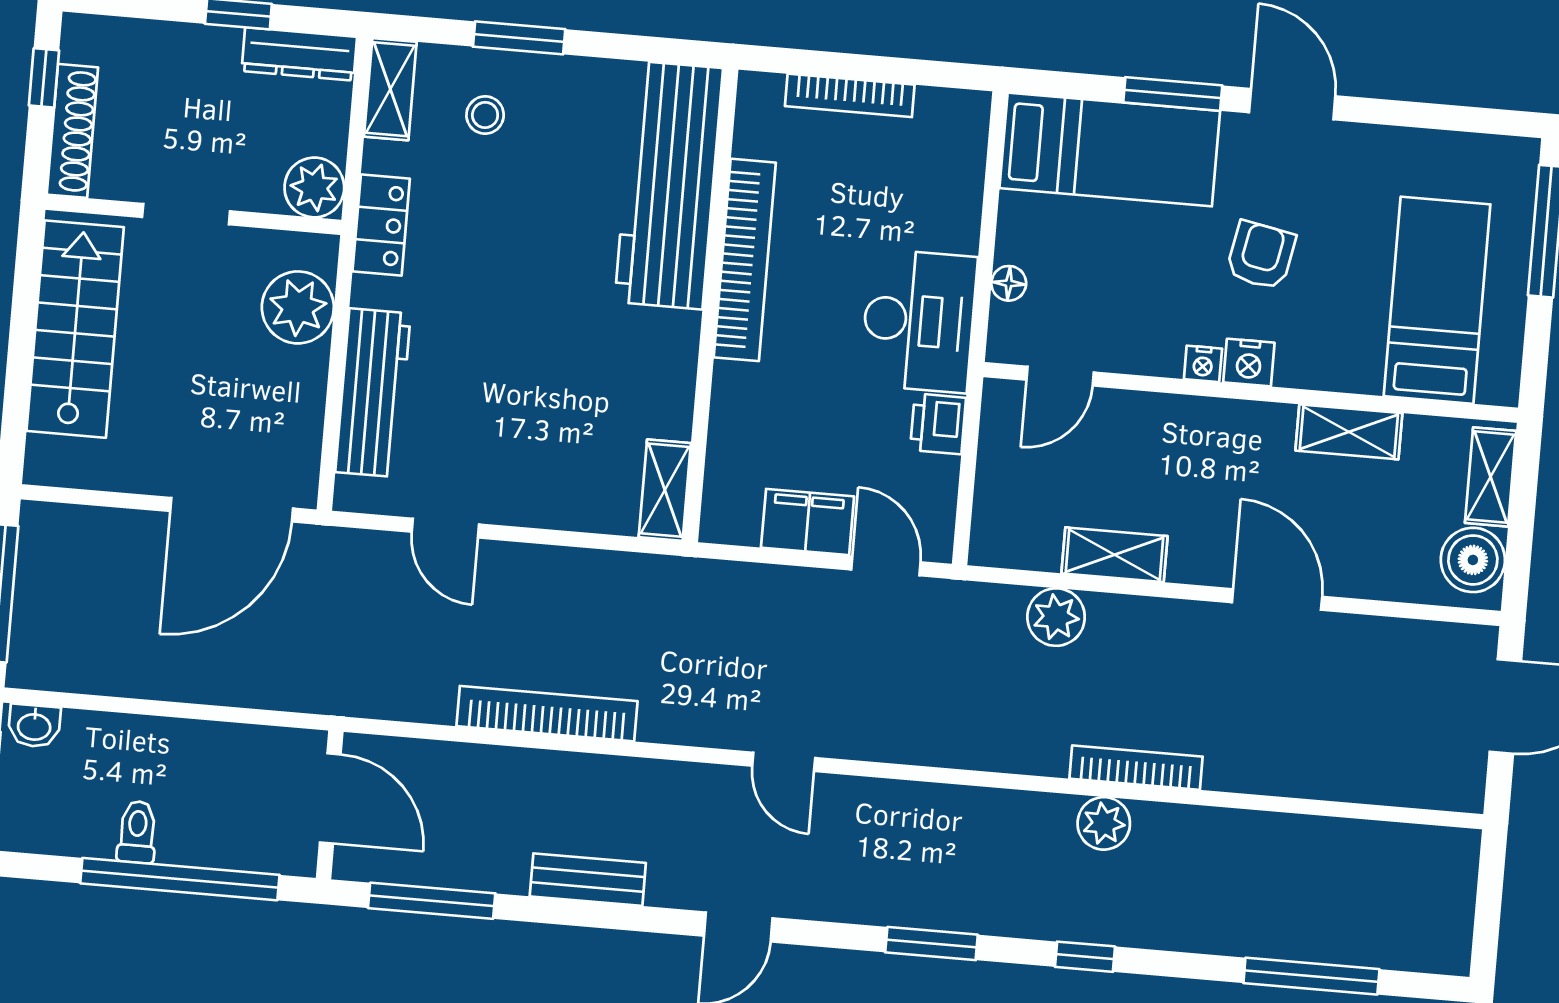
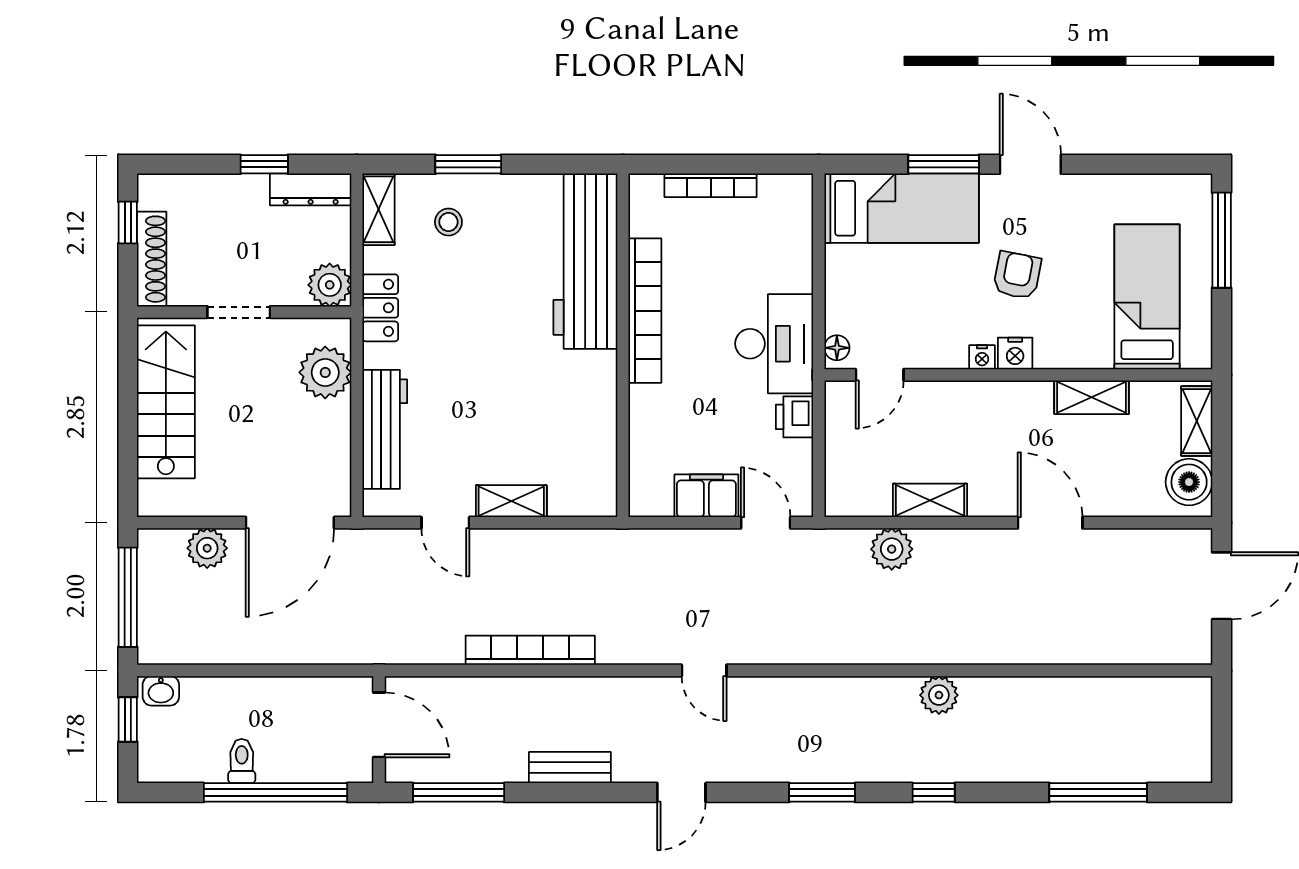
floor lamp: (1009, 283) -> (837, 348), moved
shelving: (665, 490) -> (511, 501), moved, turned 90
plant: (115, 535) -> (207, 548), added
bookcase: (1136, 768) -> (959, 653), removed

